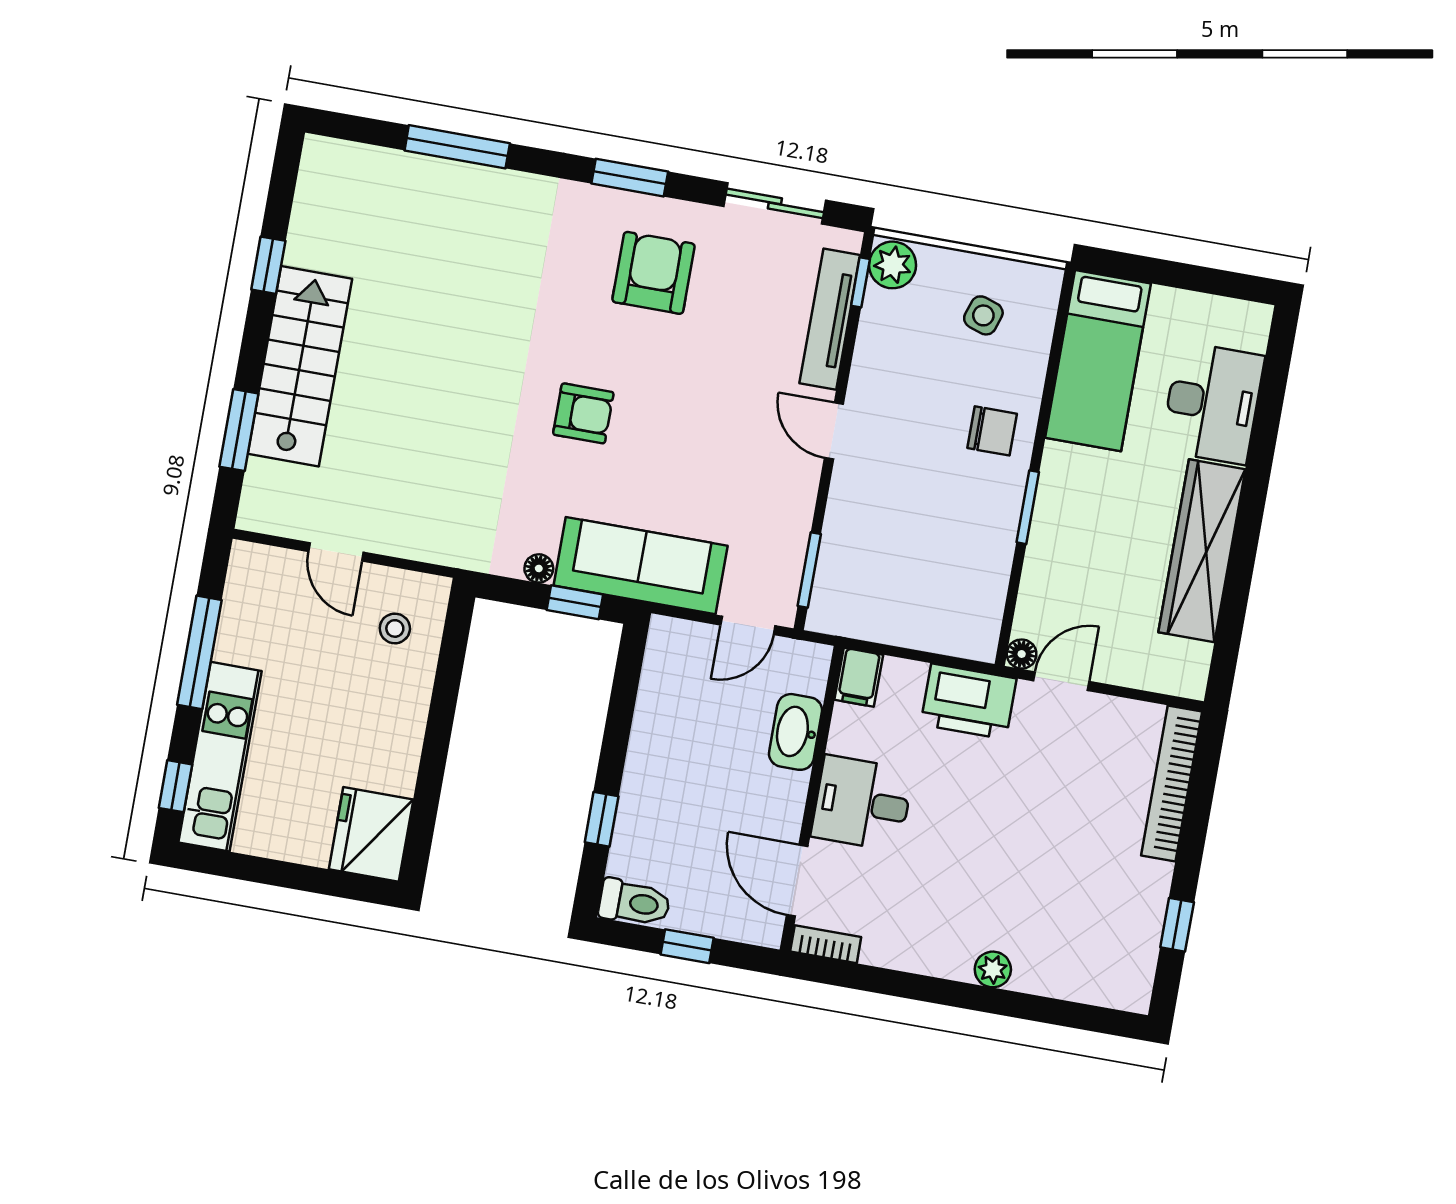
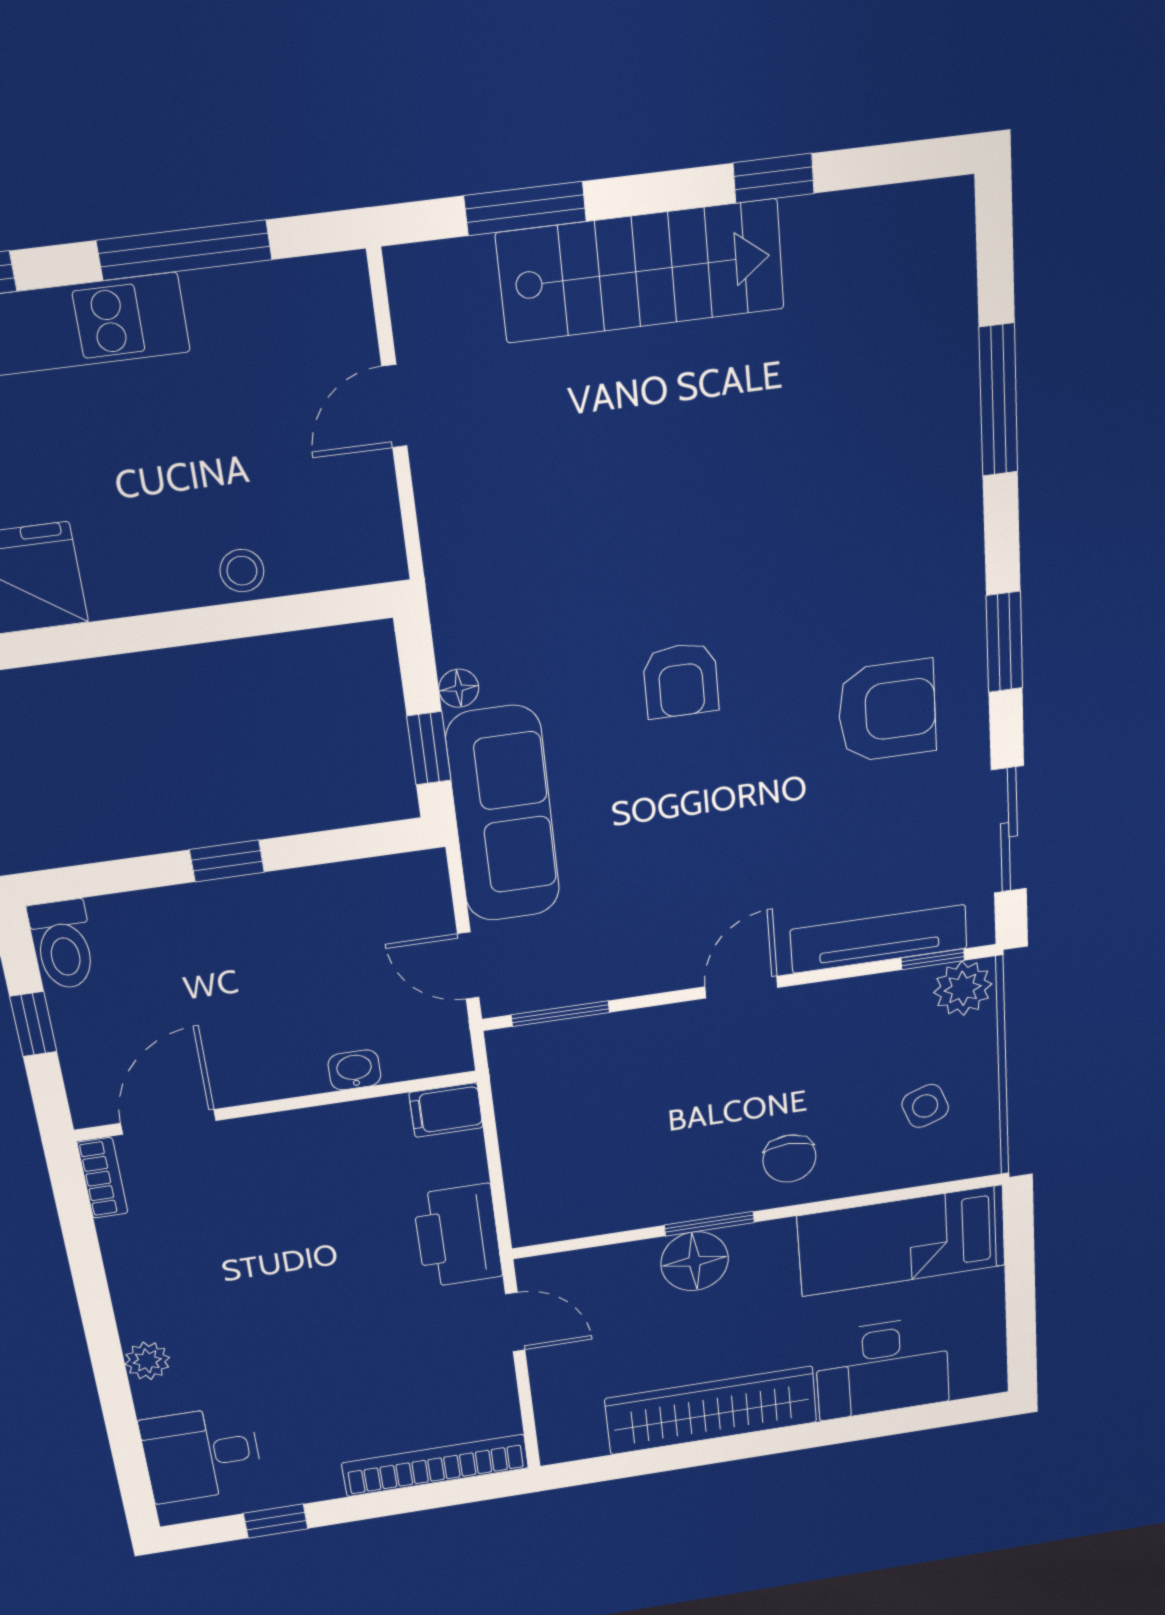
side table: (983, 315) -> (925, 1106), turned -38
stool: (395, 628) -> (242, 571), moved
floor lamp: (1022, 654) -> (695, 1261), moved, width x1.89, depth x1.89
washbasin: (796, 732) -> (354, 1070), width x0.52, depth x0.69
desk: (862, 803) -> (202, 1454), moved, turned -90
window: (602, 819) -> (227, 861), moved

